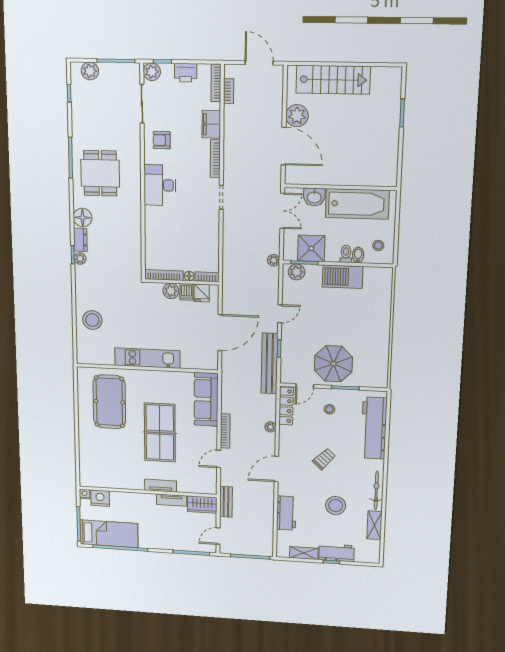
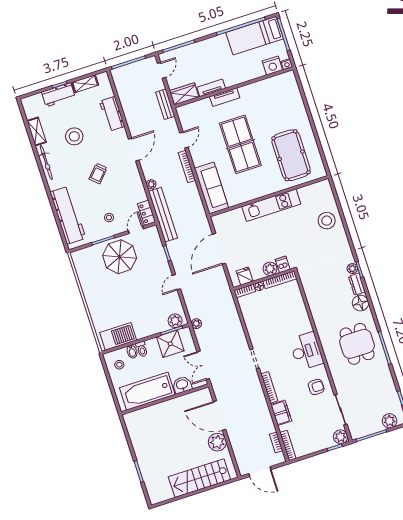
printer: (186, 73) -> (314, 445), removed
barbecue: (343, 277) -> (118, 336), moved
dishwasher: (186, 292) -> (283, 264), moved
bench: (270, 363) -> (163, 215), moved
locker: (286, 406) -> (147, 213), width x0.66

